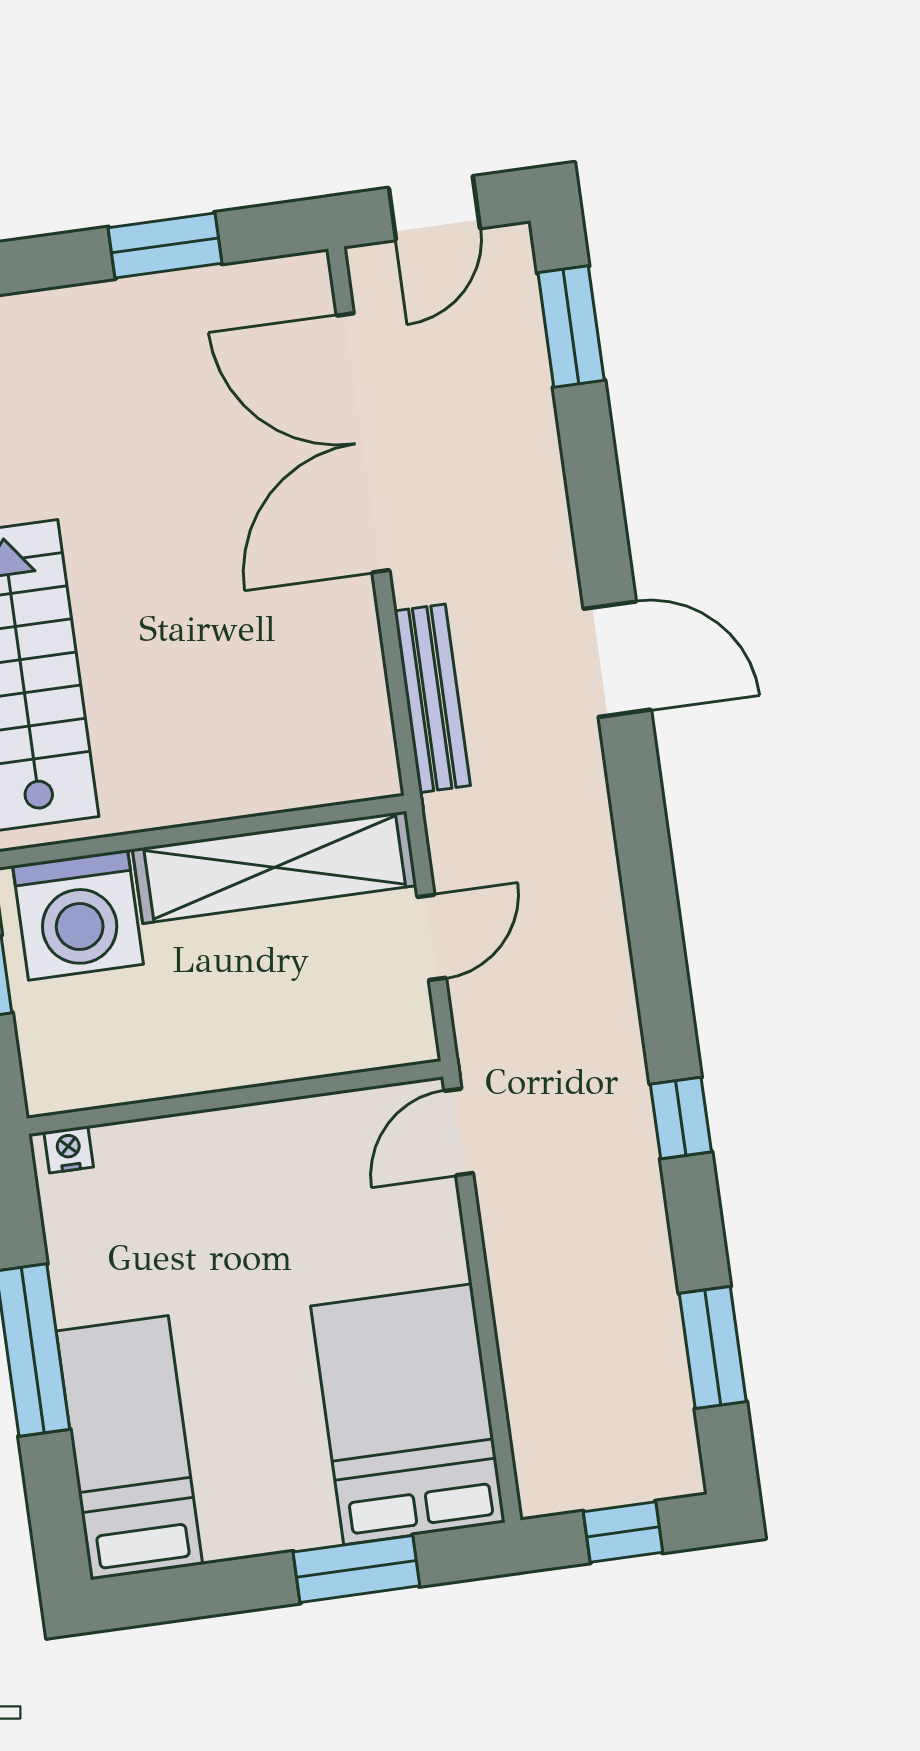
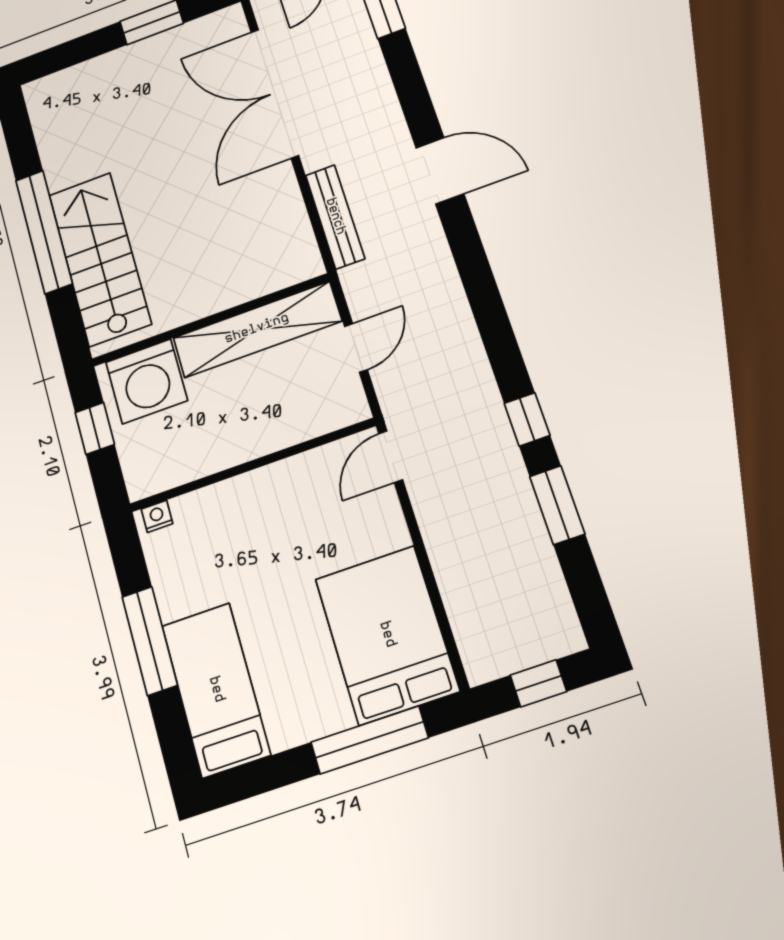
window: (713, 1347) -> (557, 505), moved
window: (356, 1569) -> (369, 740), width x1.44

